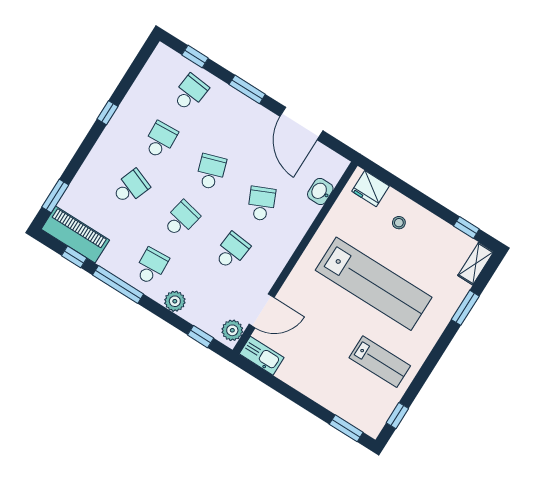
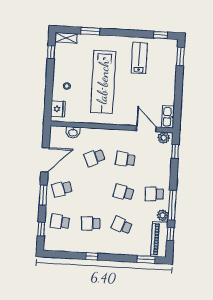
school desk: (211, 172) -> (62, 189), moved
lab bench: (374, 284) -> (103, 82), turned 180
plant: (175, 301) -> (163, 215), moved

